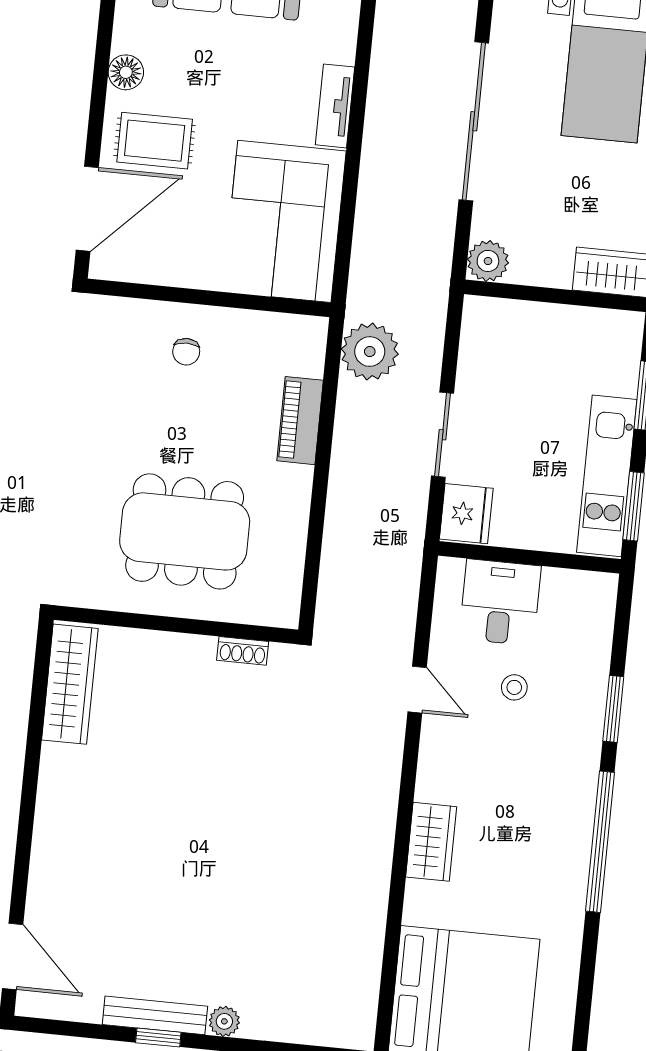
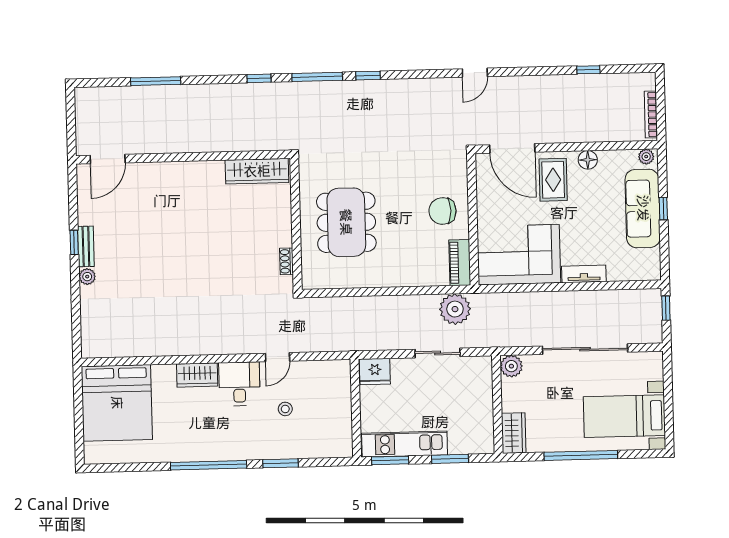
chair: (186, 352) -> (442, 211), width x1.87, depth x1.87
piano: (300, 421) -> (460, 263), moved, turned -90
sliding door: (443, 435) -> (438, 353), moved
desk: (500, 602) -> (239, 384), moved, turned -90
bench: (155, 1015) -> (86, 246), width x0.73

